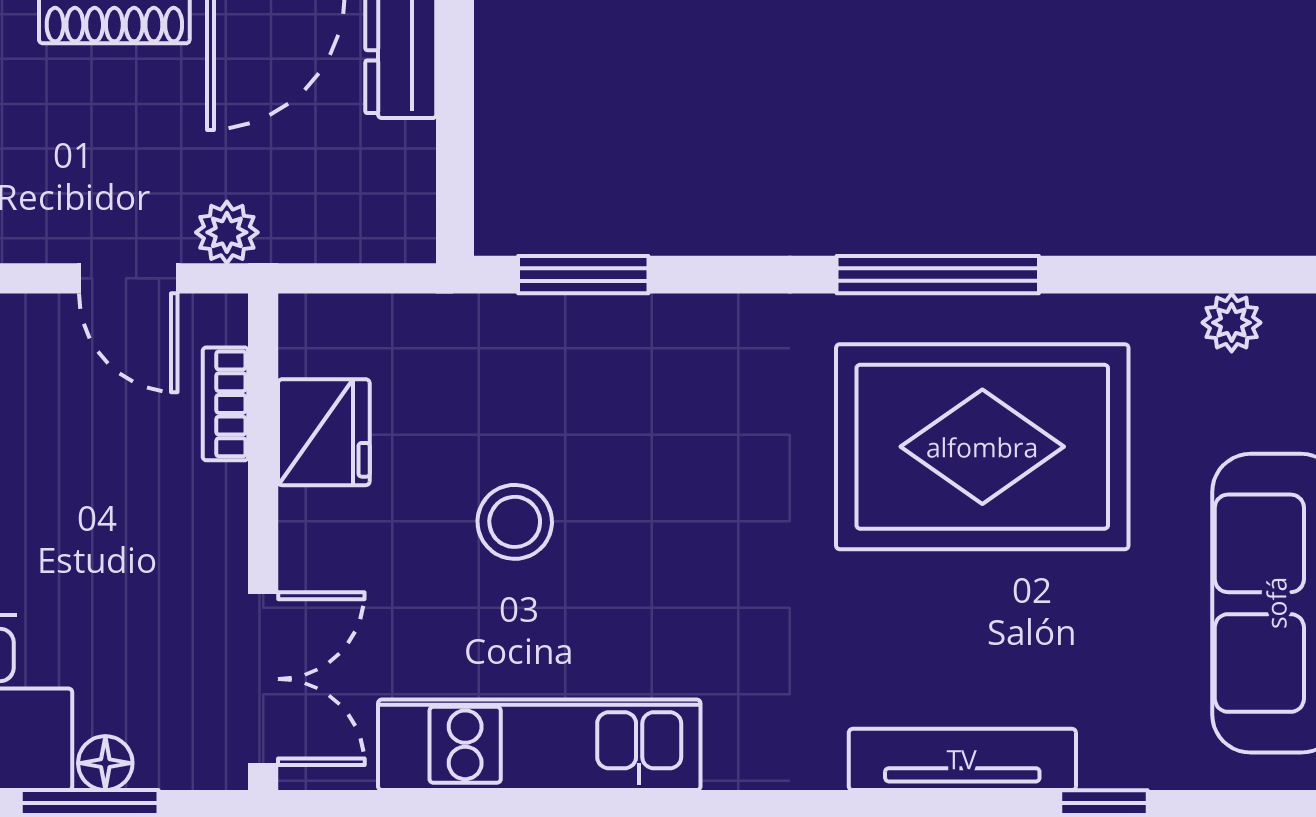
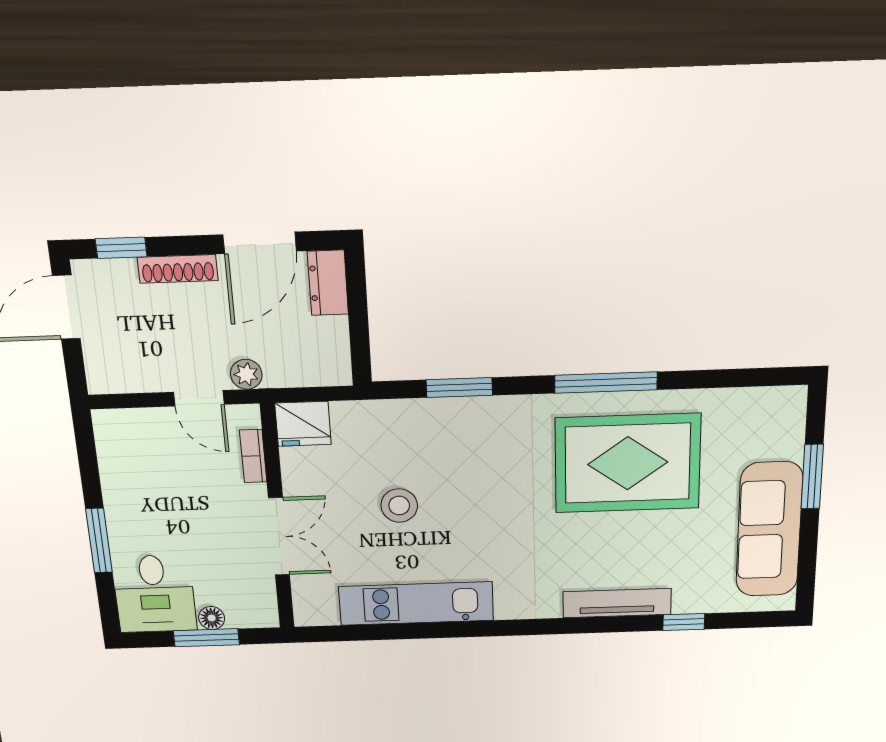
window: (583, 275) -> (459, 388), moved
plant: (1232, 323) -> (753, 401), removed
fridge: (324, 432) -> (303, 424), moved, turned 90
double door: (263, 679) -> (279, 537), moved

